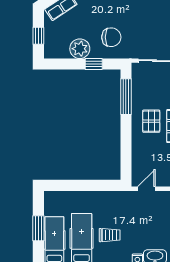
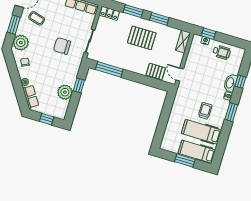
chair: (111, 37) -> (62, 46), moved, turned -90
pallet: (151, 121) -> (156, 71), moved

